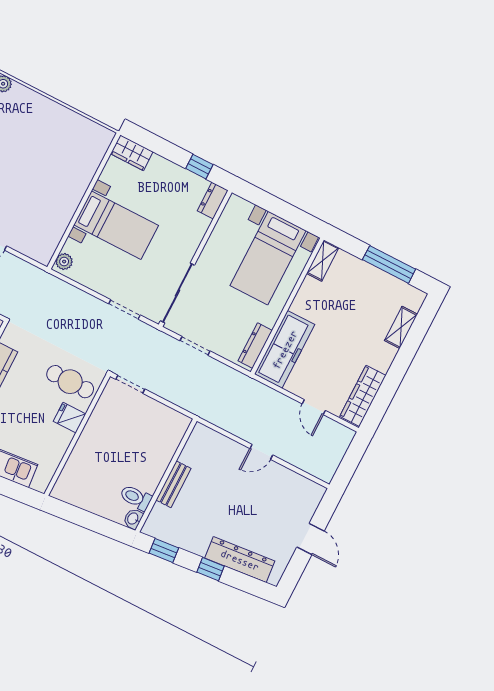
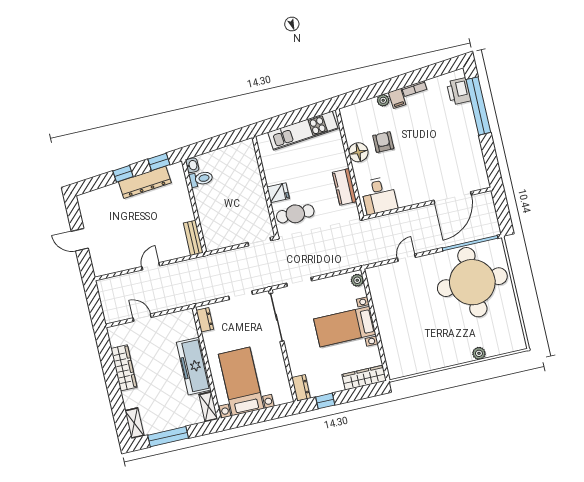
wardrobe: (132, 153) -> (364, 378), width x1.50
shelving: (401, 327) -> (134, 423), moved
dresser: (255, 346) -> (205, 320), width x0.70
freezer: (285, 349) -> (194, 366), moved
wardrobe: (363, 396) -> (124, 368), moved
bench: (173, 484) -> (193, 238), moved
dresser: (240, 560) -> (145, 182), moved

